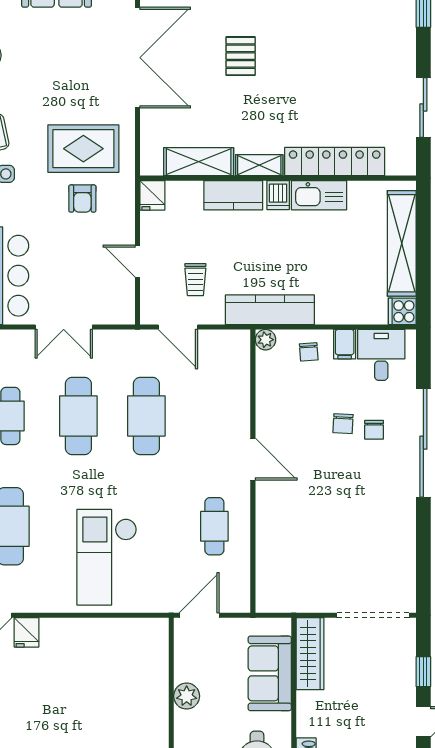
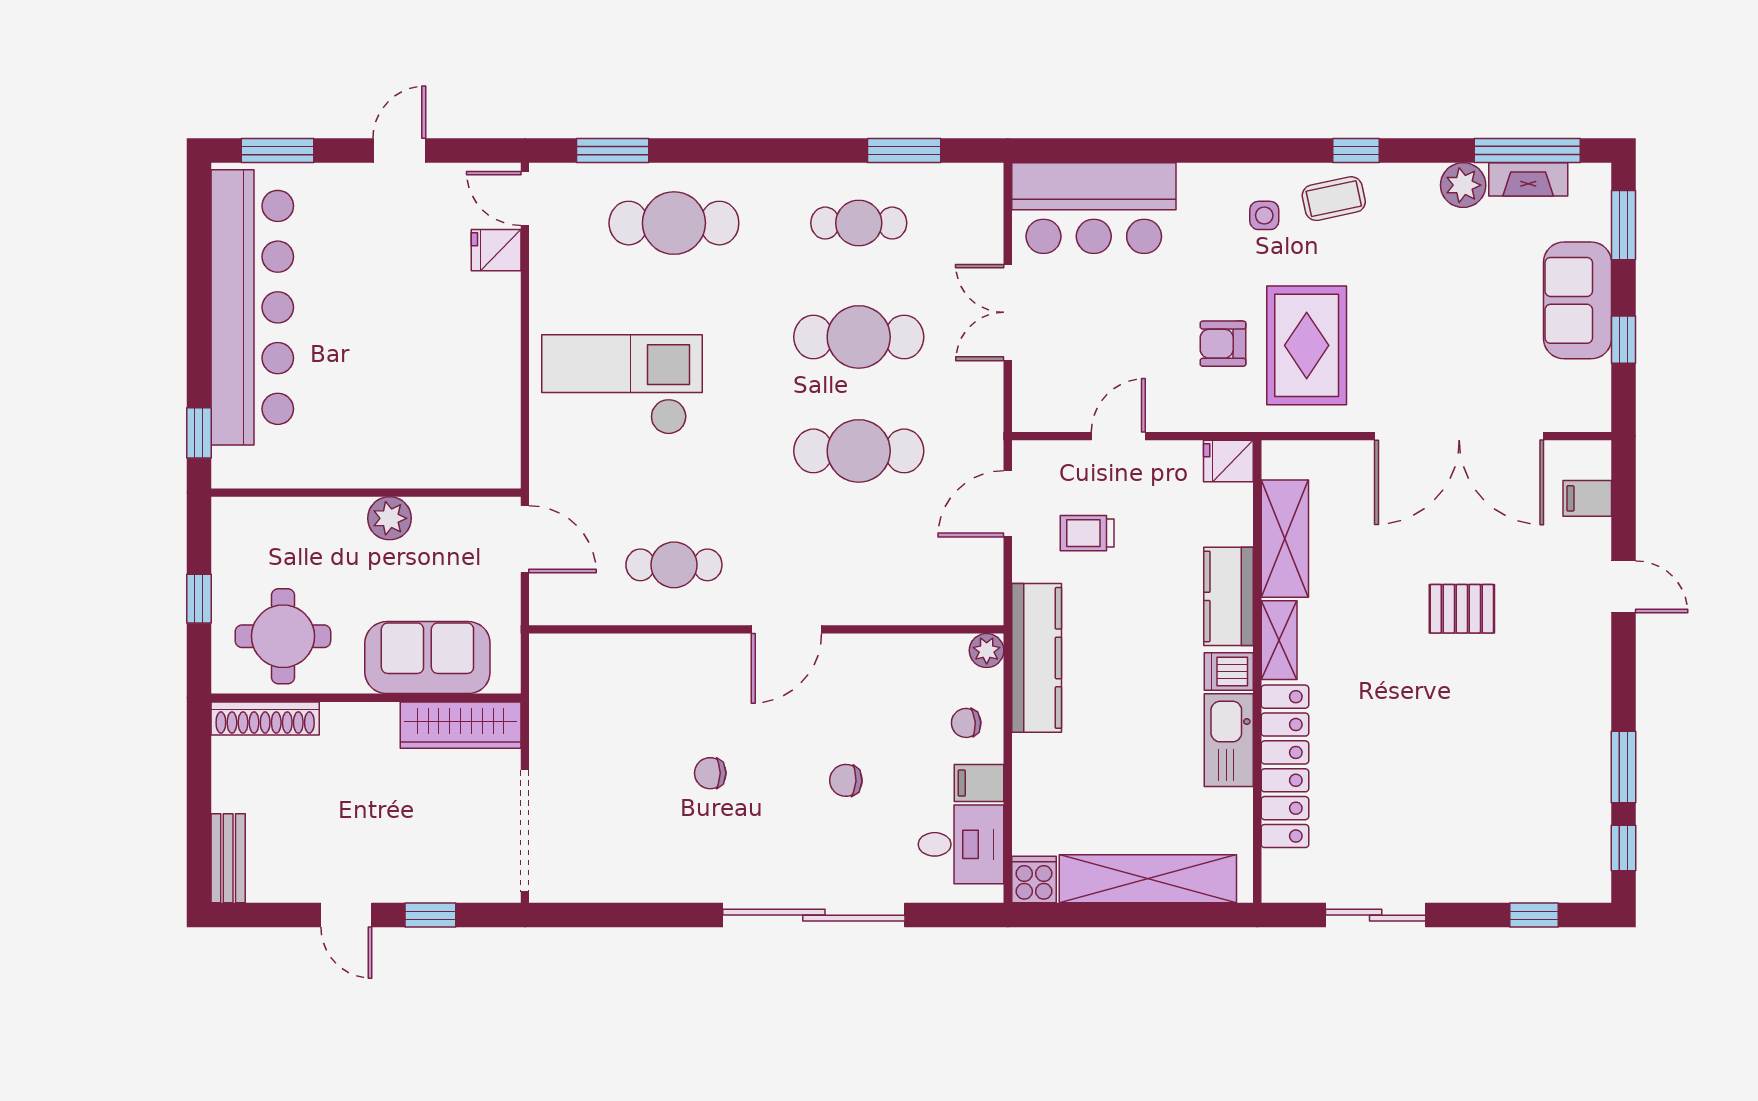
chair: (374, 430) -> (710, 773), moved

